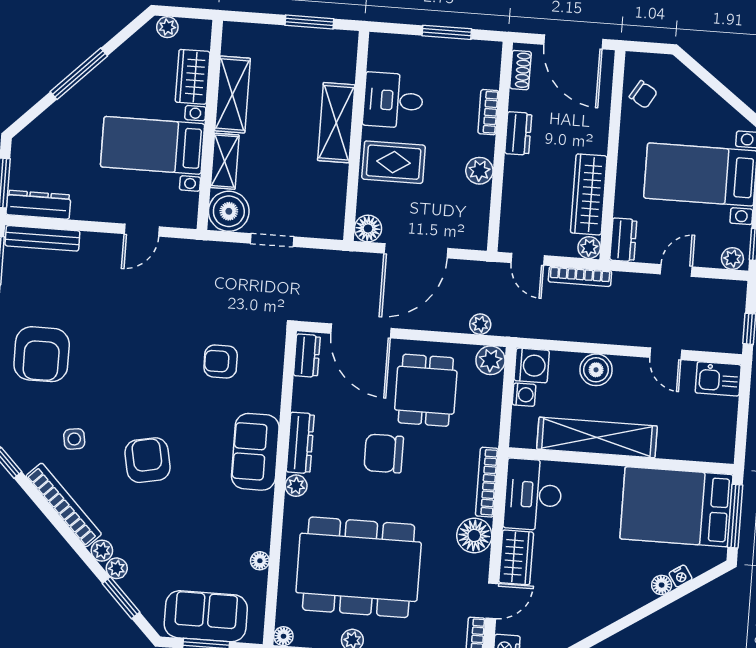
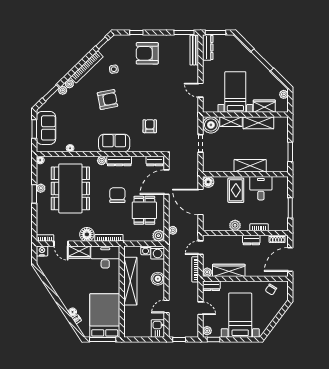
dining table: (426, 390) -> (144, 210), turned 90

